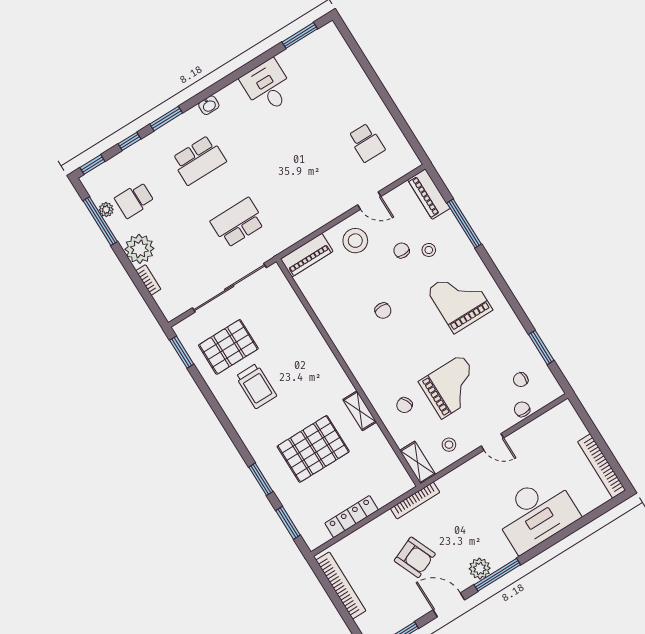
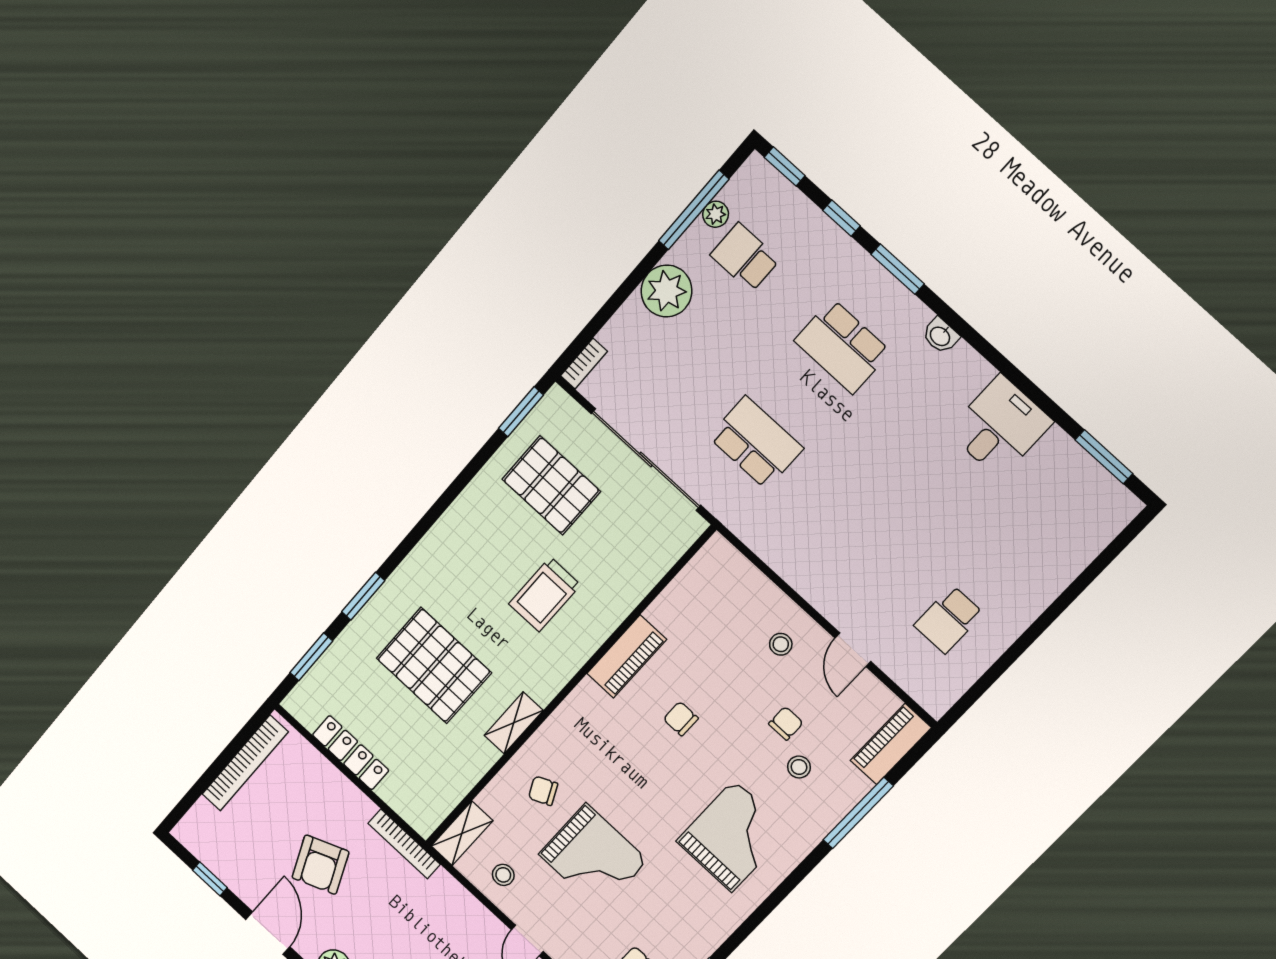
stool: (355, 241) -> (781, 644), width x0.53, depth x0.53
piano: (307, 255) -> (627, 657), moved, turned -90
bookcase: (148, 280) -> (584, 364), moved
chair: (383, 311) -> (681, 719), turned 90
trolley: (256, 386) -> (545, 594), moved

